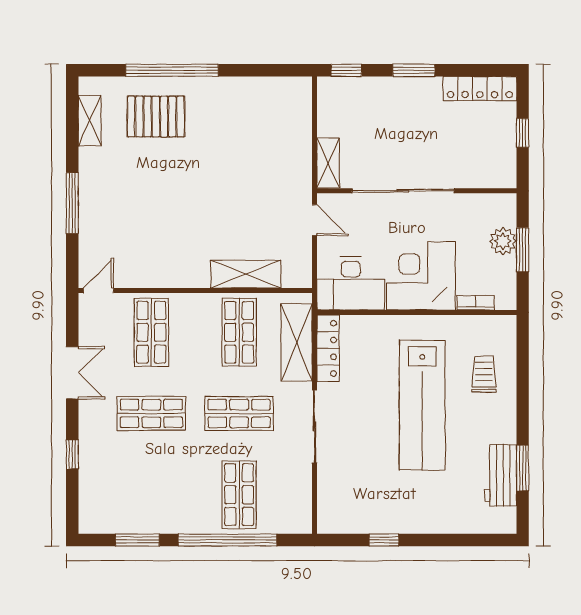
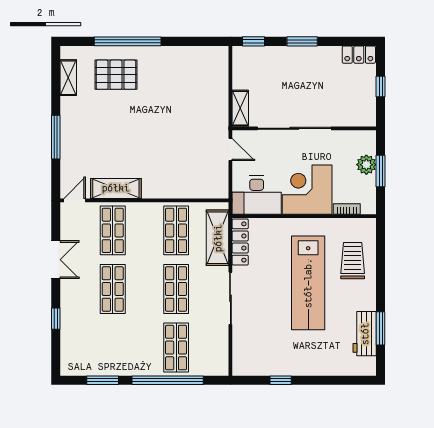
locker: (480, 89) -> (359, 55), width x0.66
shelving: (246, 274) -> (116, 188), moved
trolley: (484, 374) -> (353, 261), width x1.36, depth x1.39
shop shelf: (151, 413) -> (113, 289), turned 90
shop shelf: (239, 413) -> (176, 289), turned 90

